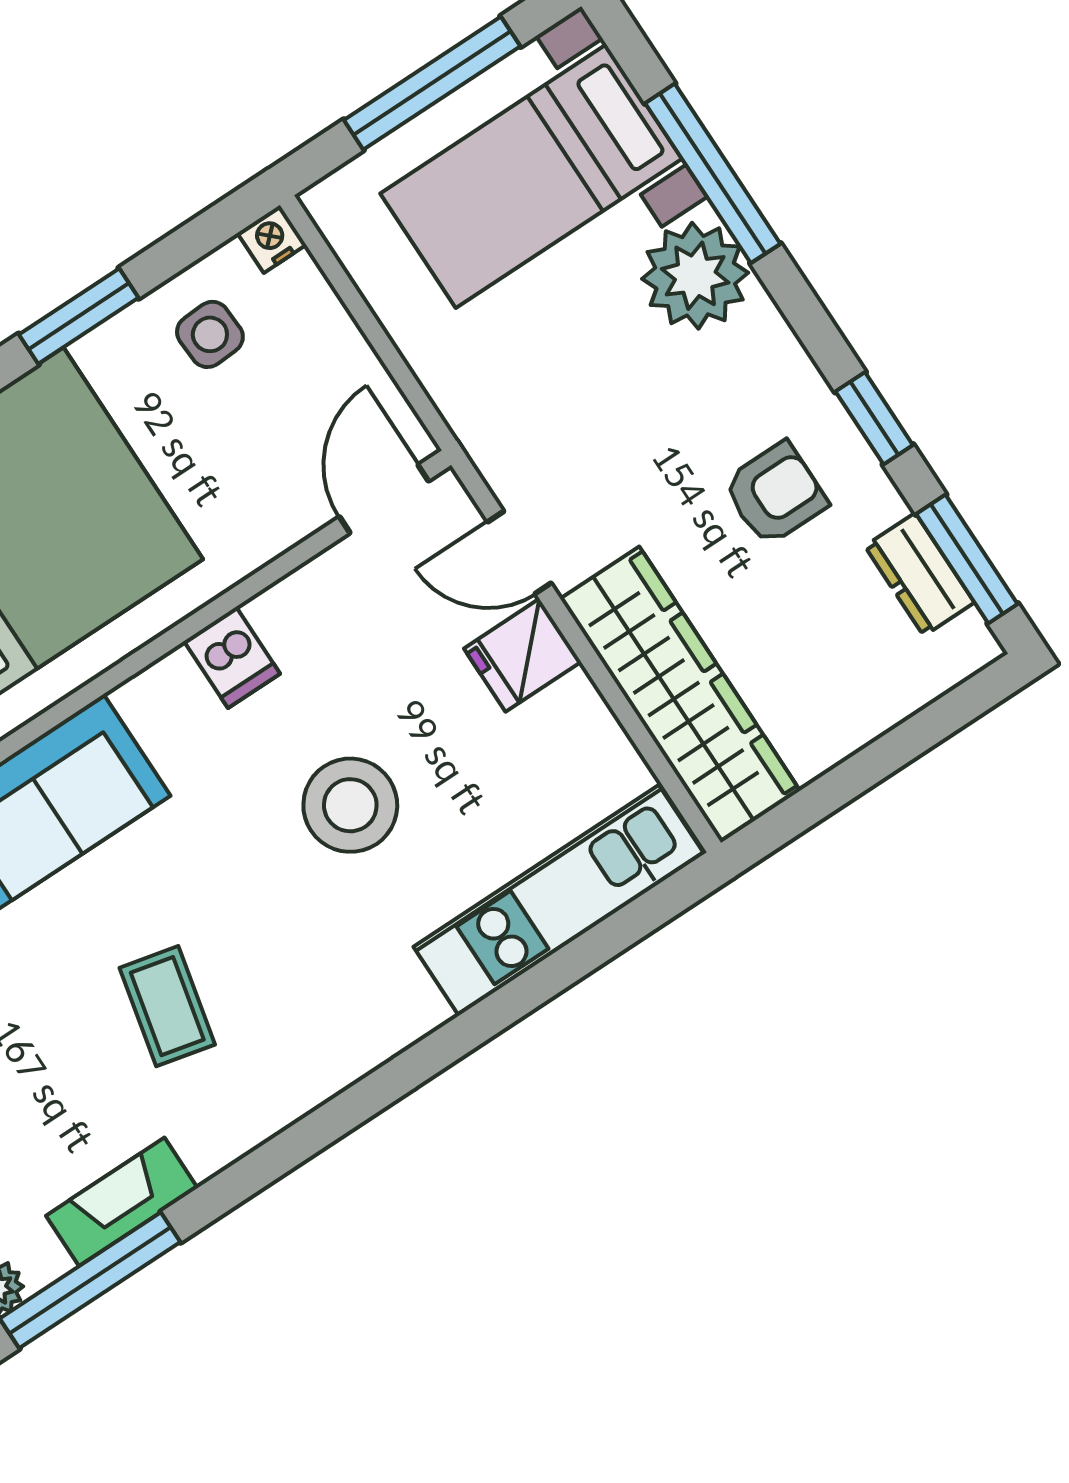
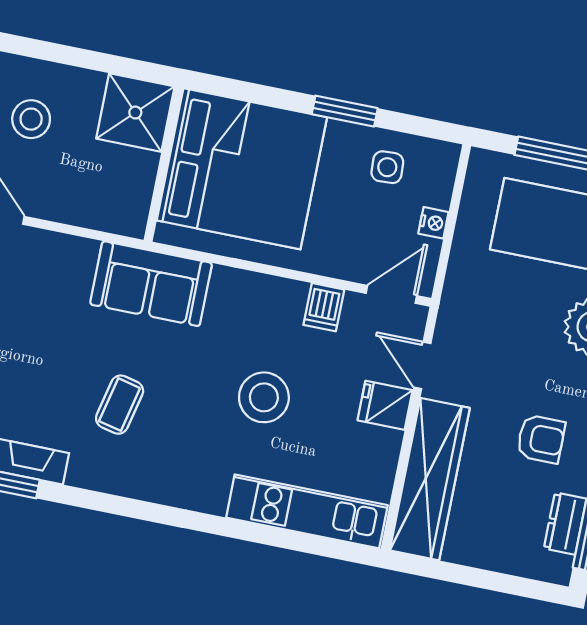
nightstand: (272, 239) -> (433, 223), moved, turned 90
dishwasher: (232, 657) -> (324, 307), moved

